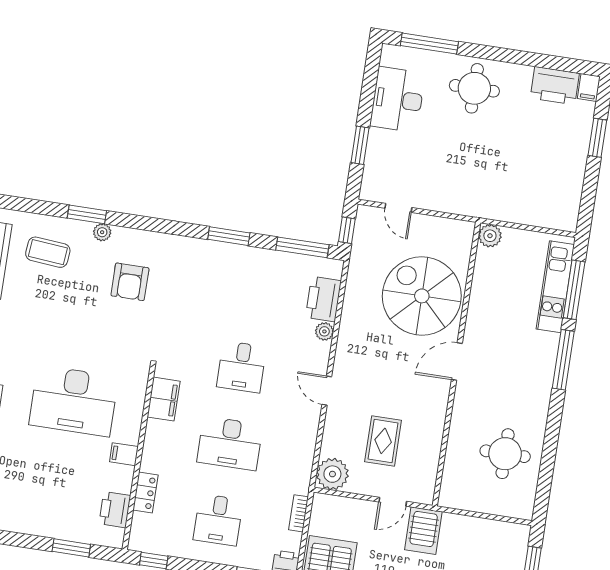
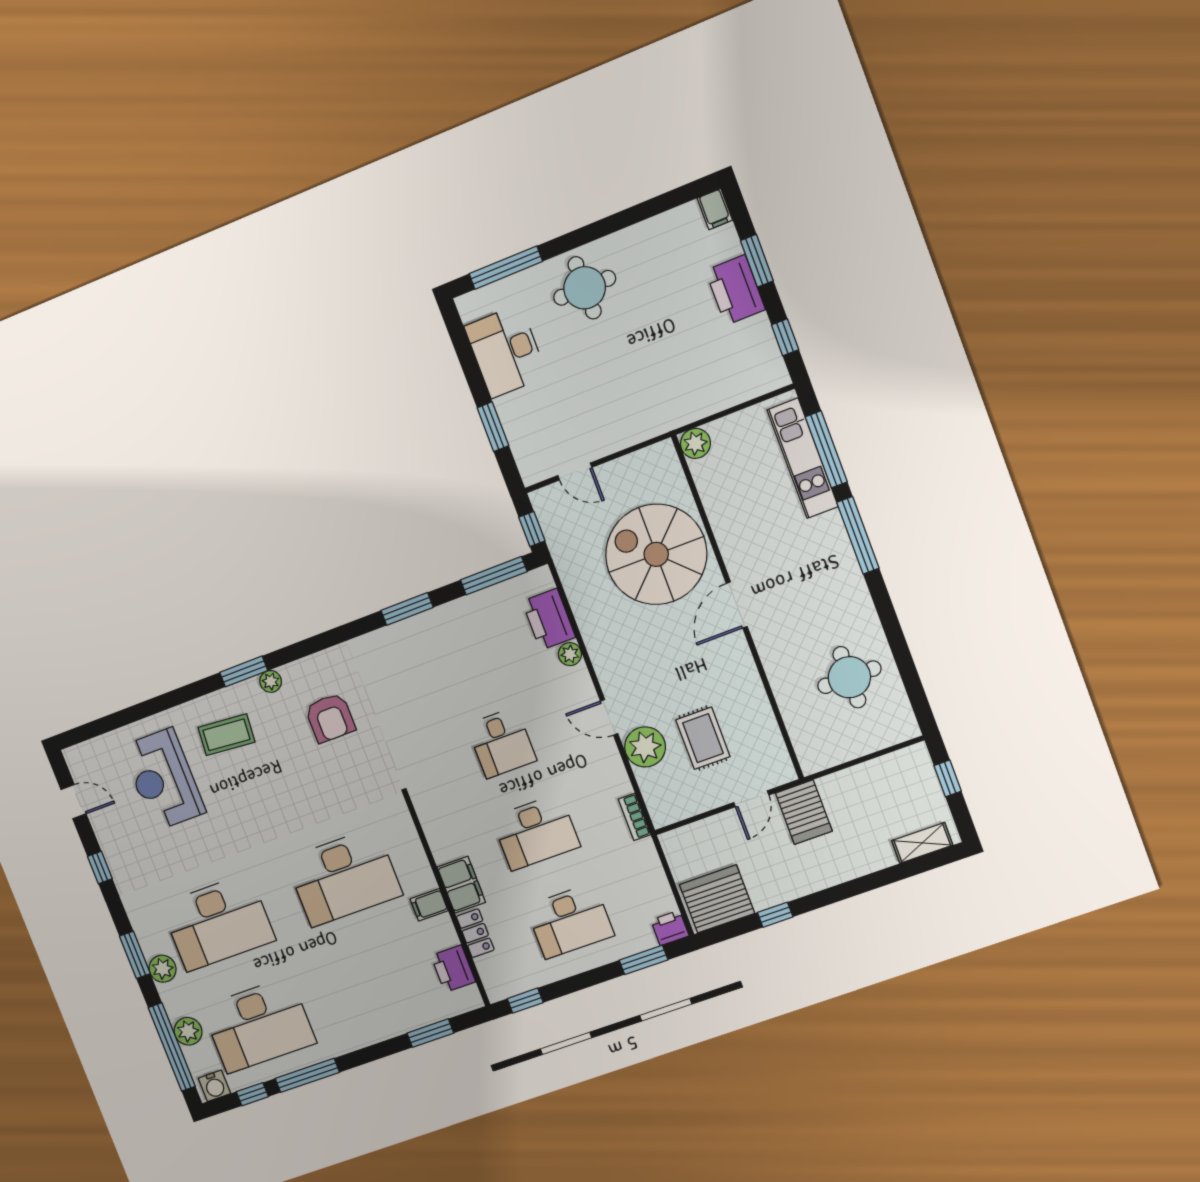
printer: (555, 86) -> (735, 290), moved, turned 90
window: (588, 199) -> (785, 337), added
filing cabinet: (164, 399) -> (461, 885), moved
plant: (332, 474) -> (645, 747), moved
bookcase: (299, 513) -> (634, 817), moved
desk: (218, 520) -> (570, 921), width x1.37

